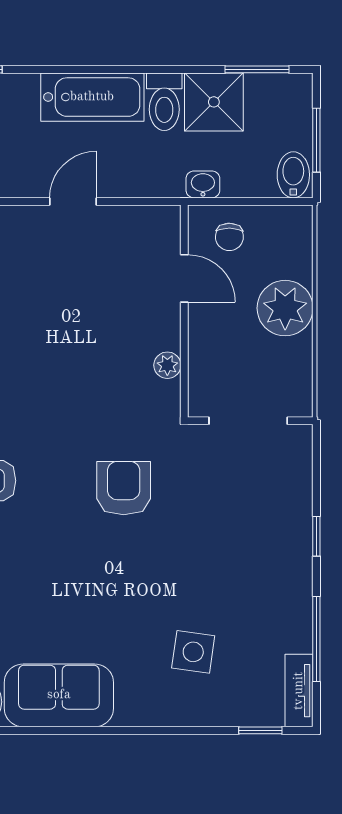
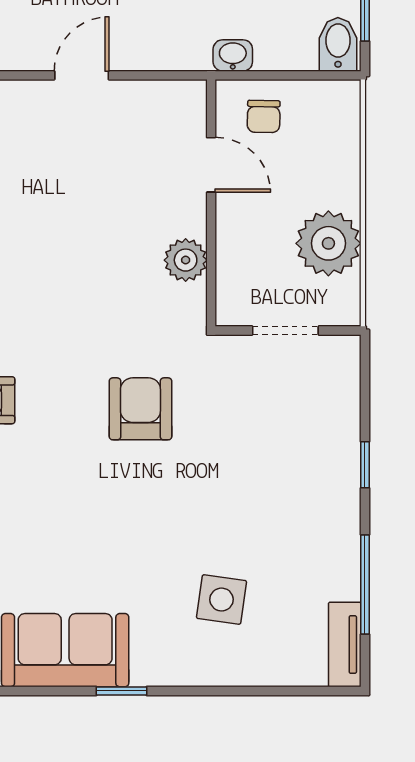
plant: (285, 308) -> (328, 243), moved
plant: (167, 365) -> (186, 260), width x1.38, depth x1.38
doorway: (248, 421) -> (285, 330), width x0.73
window: (260, 730) -> (122, 691), moved

